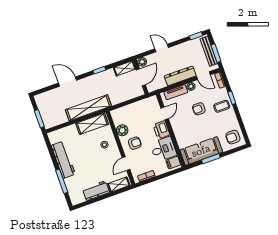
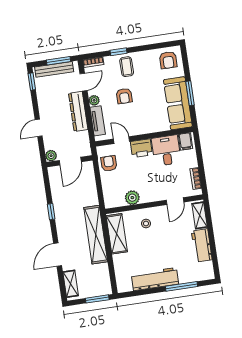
shelving: (125, 68) -> (71, 284), moved
door: (141, 77) -> (70, 161), swing flipped
armchair: (135, 143) -> (109, 163), moved
door: (126, 164) -> (175, 201), hinge flipped

